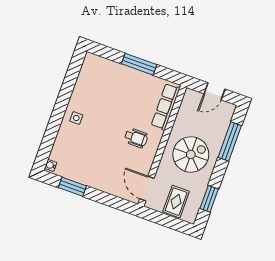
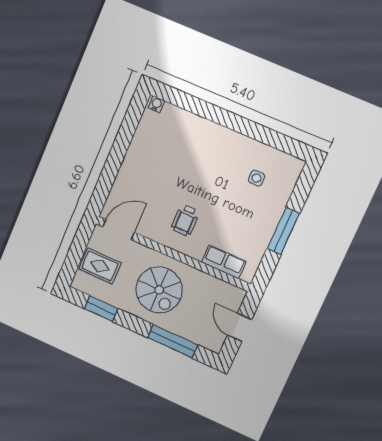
row of seats: (166, 107) -> (224, 262), width x0.68
side table: (76, 118) -> (257, 178), moved
window: (72, 187) -> (127, 132), removed

